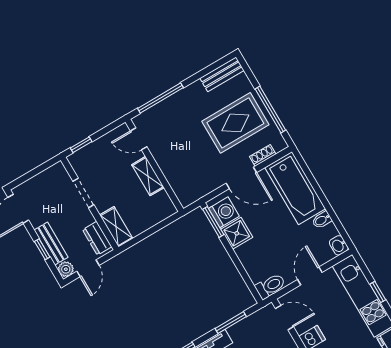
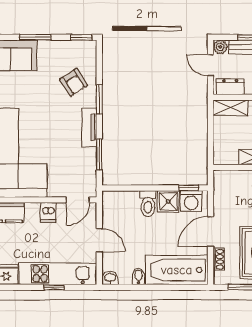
window: (213, 222) -> (188, 188), width x0.67
toilet: (270, 286) -> (148, 204), moved

